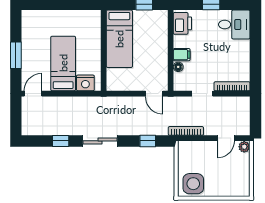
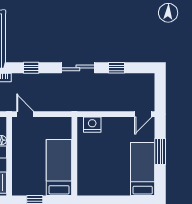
bed: (63, 63) -> (143, 169), moved, turned 180

